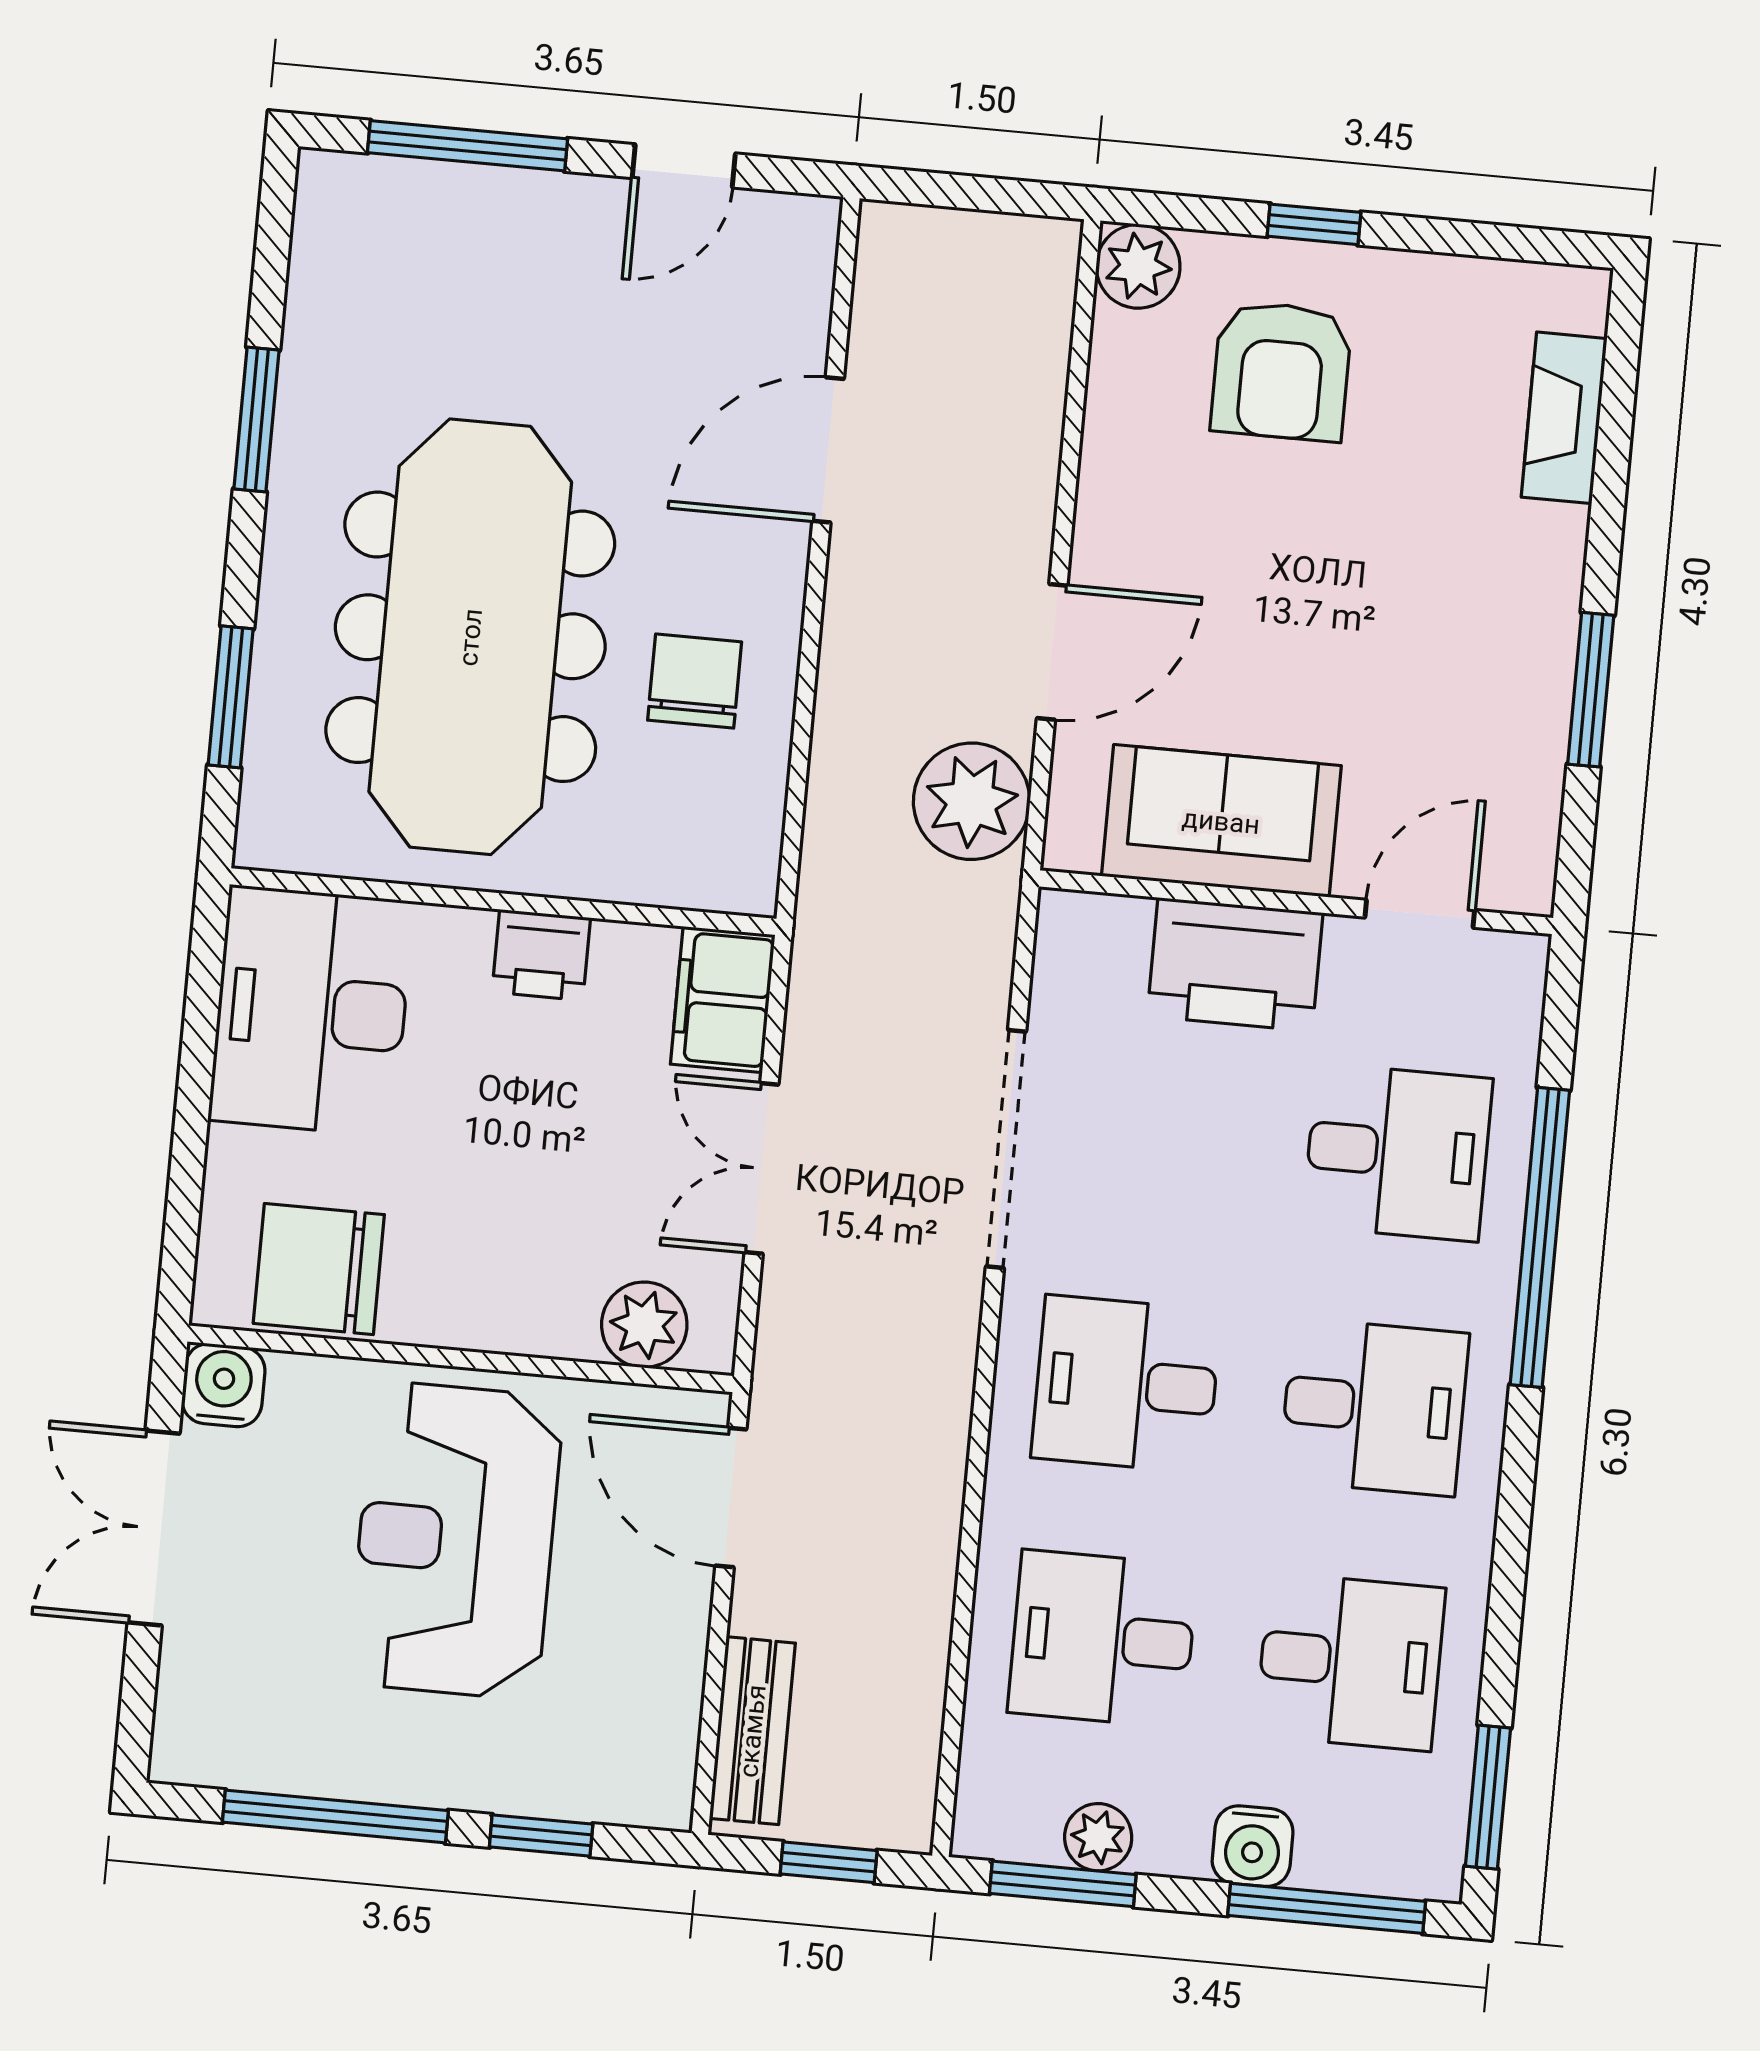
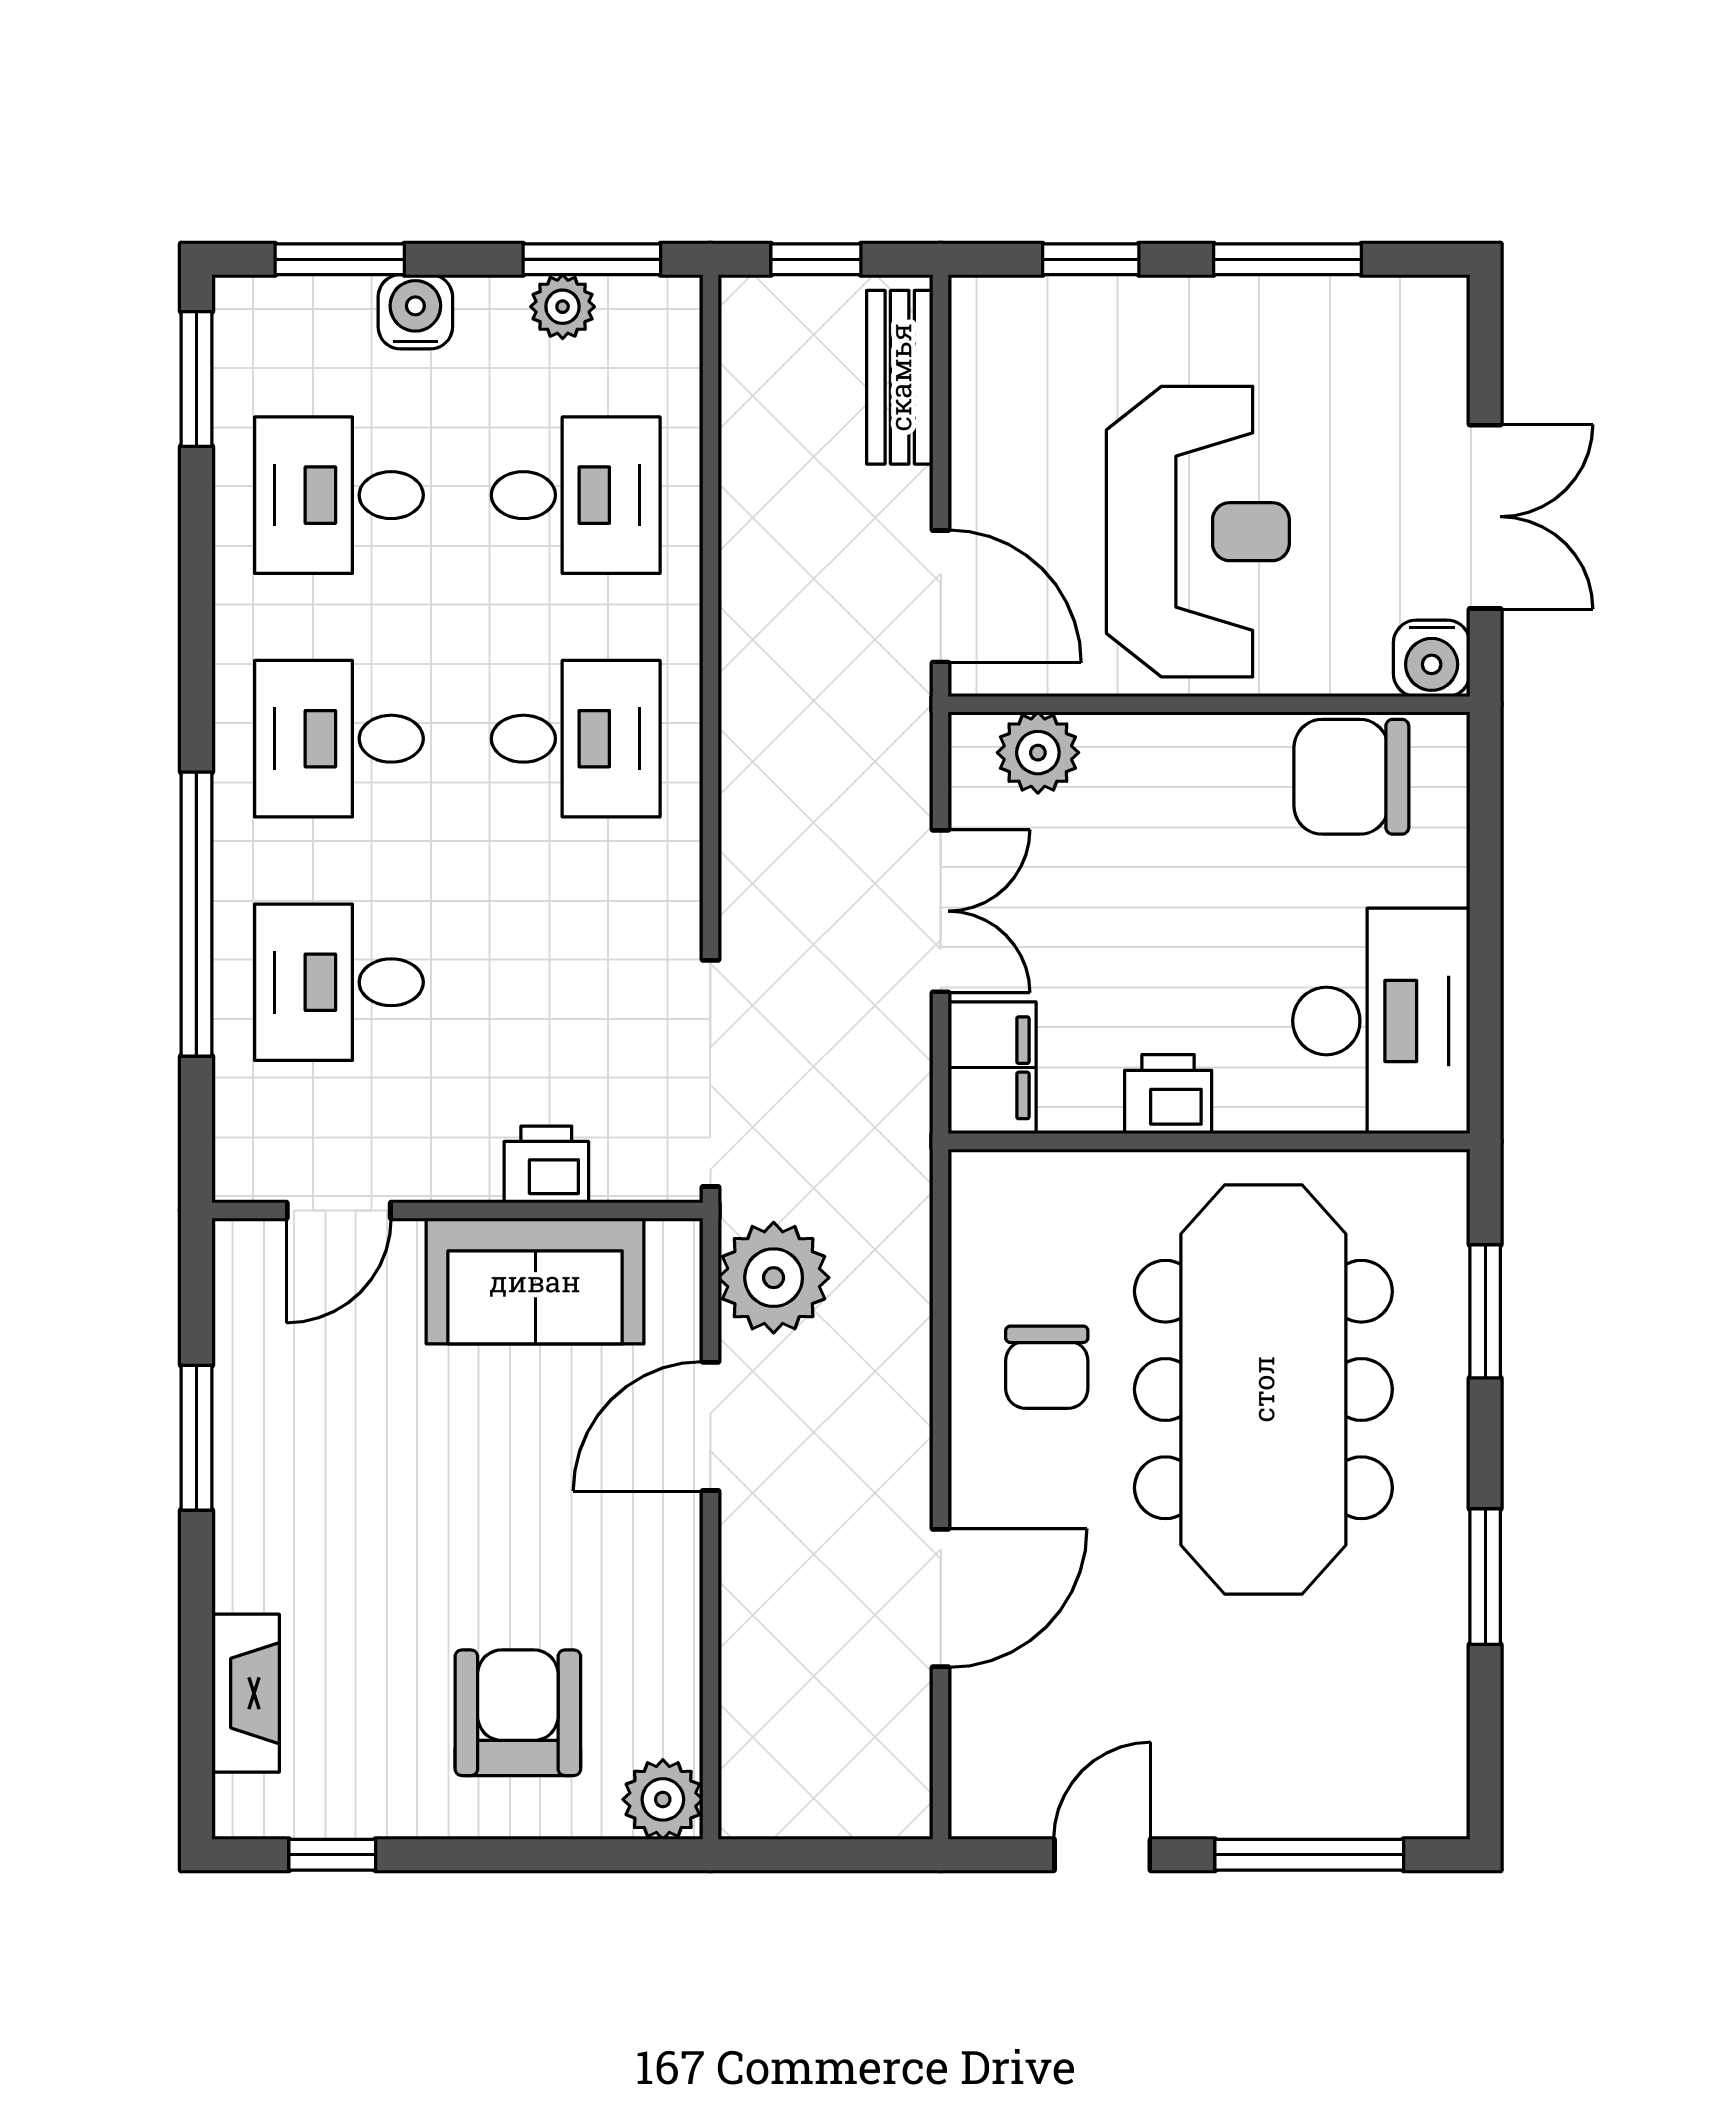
window: (1314, 224) -> (332, 1855), moved
printer: (1235, 965) -> (546, 1164), width x0.53, depth x0.68
doorway: (1006, 1149) -> (710, 1073), moved
chair: (319, 1269) -> (1351, 777), turned 180
window: (335, 1816) -> (1287, 259), width x0.69
window: (1327, 1908) -> (340, 259), width x0.69

